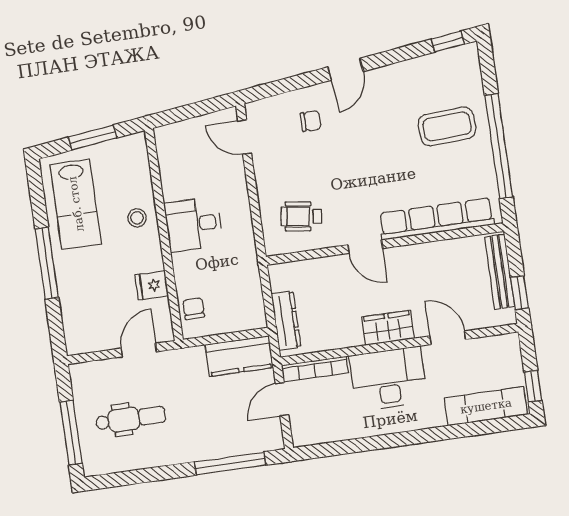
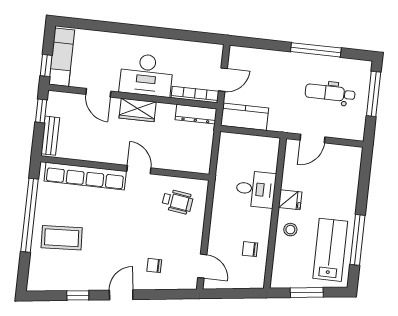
window: (448, 42) -> (78, 295), moved
desk: (193, 224) -> (256, 189), moved
window: (47, 263) -> (357, 240), moved
bench: (500, 272) -> (50, 136), width x0.73
fridge: (152, 285) -> (290, 200), moved
chair: (194, 309) -> (250, 249), moved, turned 90
dresser: (286, 321) -> (196, 114), moved, turned -90
window: (533, 386) -> (46, 65), moved
exam couch: (486, 406) -> (62, 57), moved, turned -90
window: (230, 463) -> (316, 50), moved

